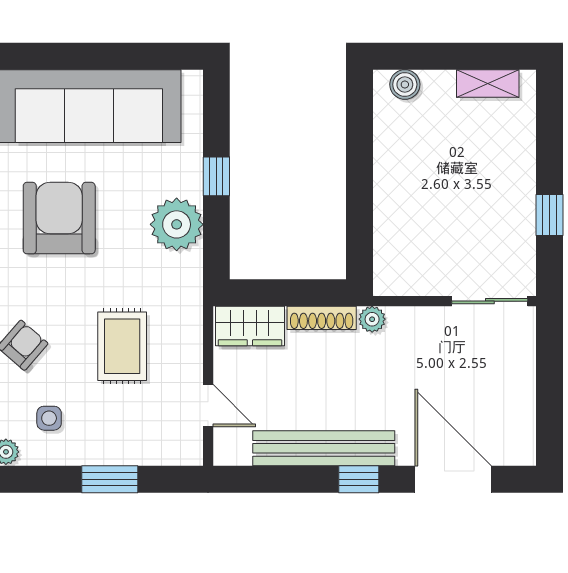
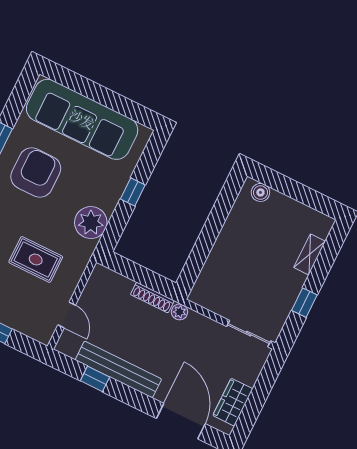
shelving: (488, 84) -> (310, 254), moved, turned 90
plant: (177, 224) -> (91, 223), moved
wardrobe: (250, 326) -> (233, 402), moved, turned 90
rug: (122, 346) -> (36, 259), turned 90
window: (359, 479) -> (95, 379), moved

